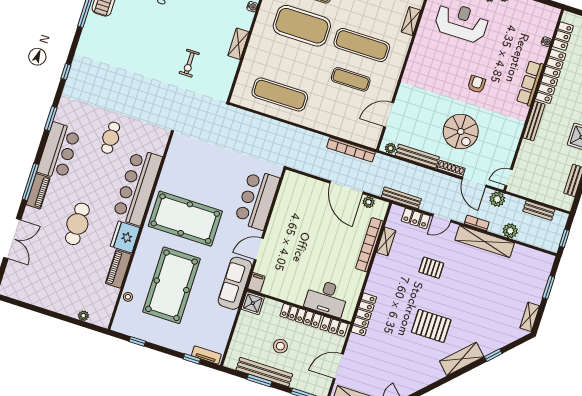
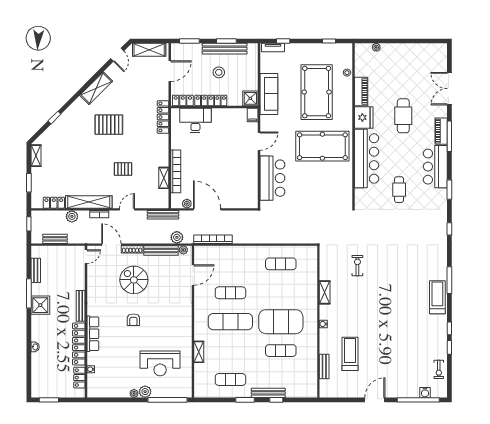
exercise mat: (280, 95) -> (281, 264), width x0.73, depth x0.69
plant: (497, 199) -> (177, 237), moved
locker: (416, 218) -> (54, 203), moved
sofa: (235, 283) -> (269, 94), moved
shelving: (462, 359) -> (96, 88), moved

